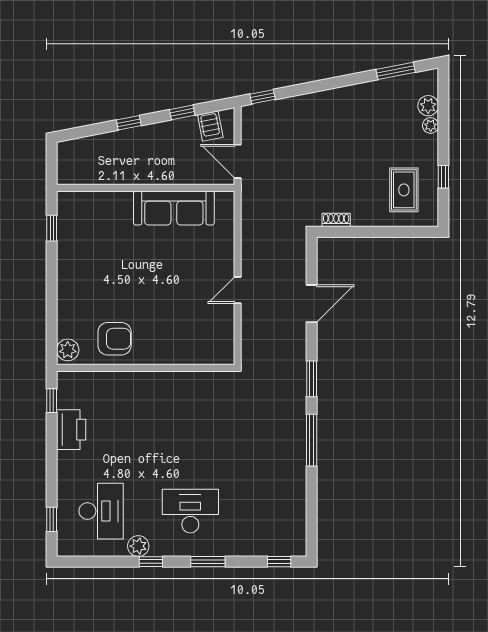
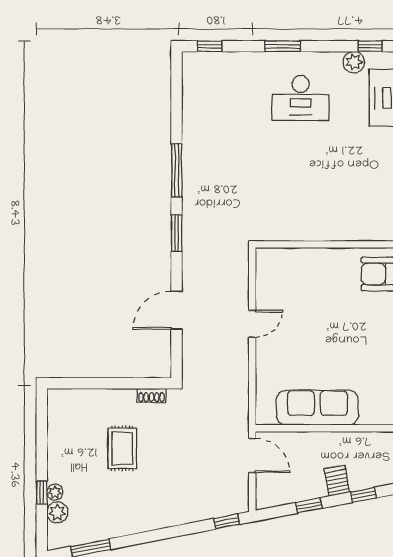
server rack: (210, 126) -> (337, 480), moved
window: (443, 177) -> (42, 493), moved
rug: (404, 190) -> (122, 448), moved
window: (151, 562) -> (370, 46), moved

